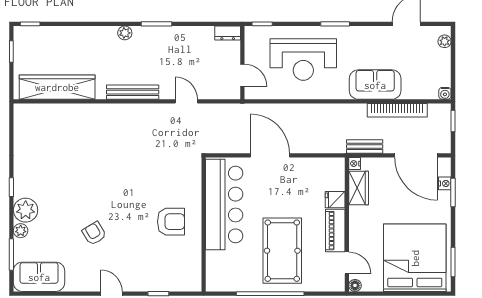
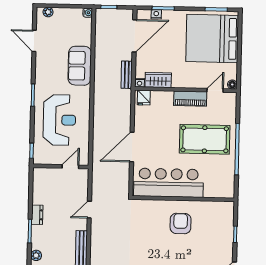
dresser: (228, 33) -> (37, 215), moved
bookcase: (397, 110) -> (100, 49), removed
fridge: (335, 200) -> (144, 98), moved

